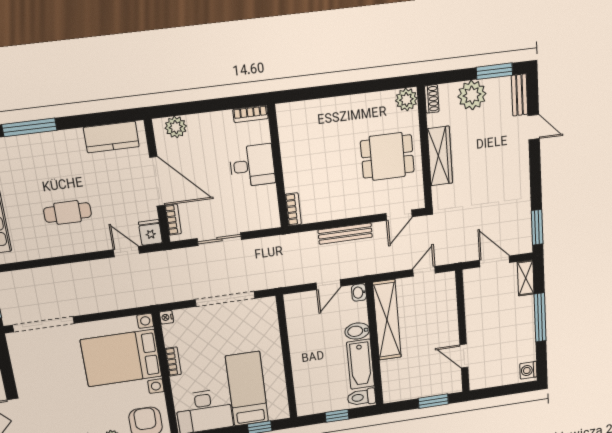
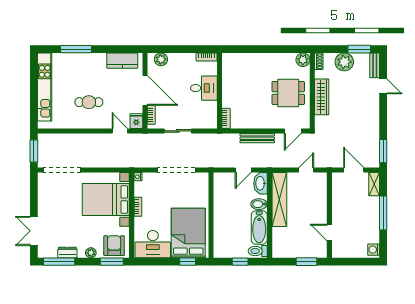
washbasin: (359, 293) -> (260, 183), width x1.91, depth x1.45
bed: (247, 389) -> (188, 233), width x1.50

